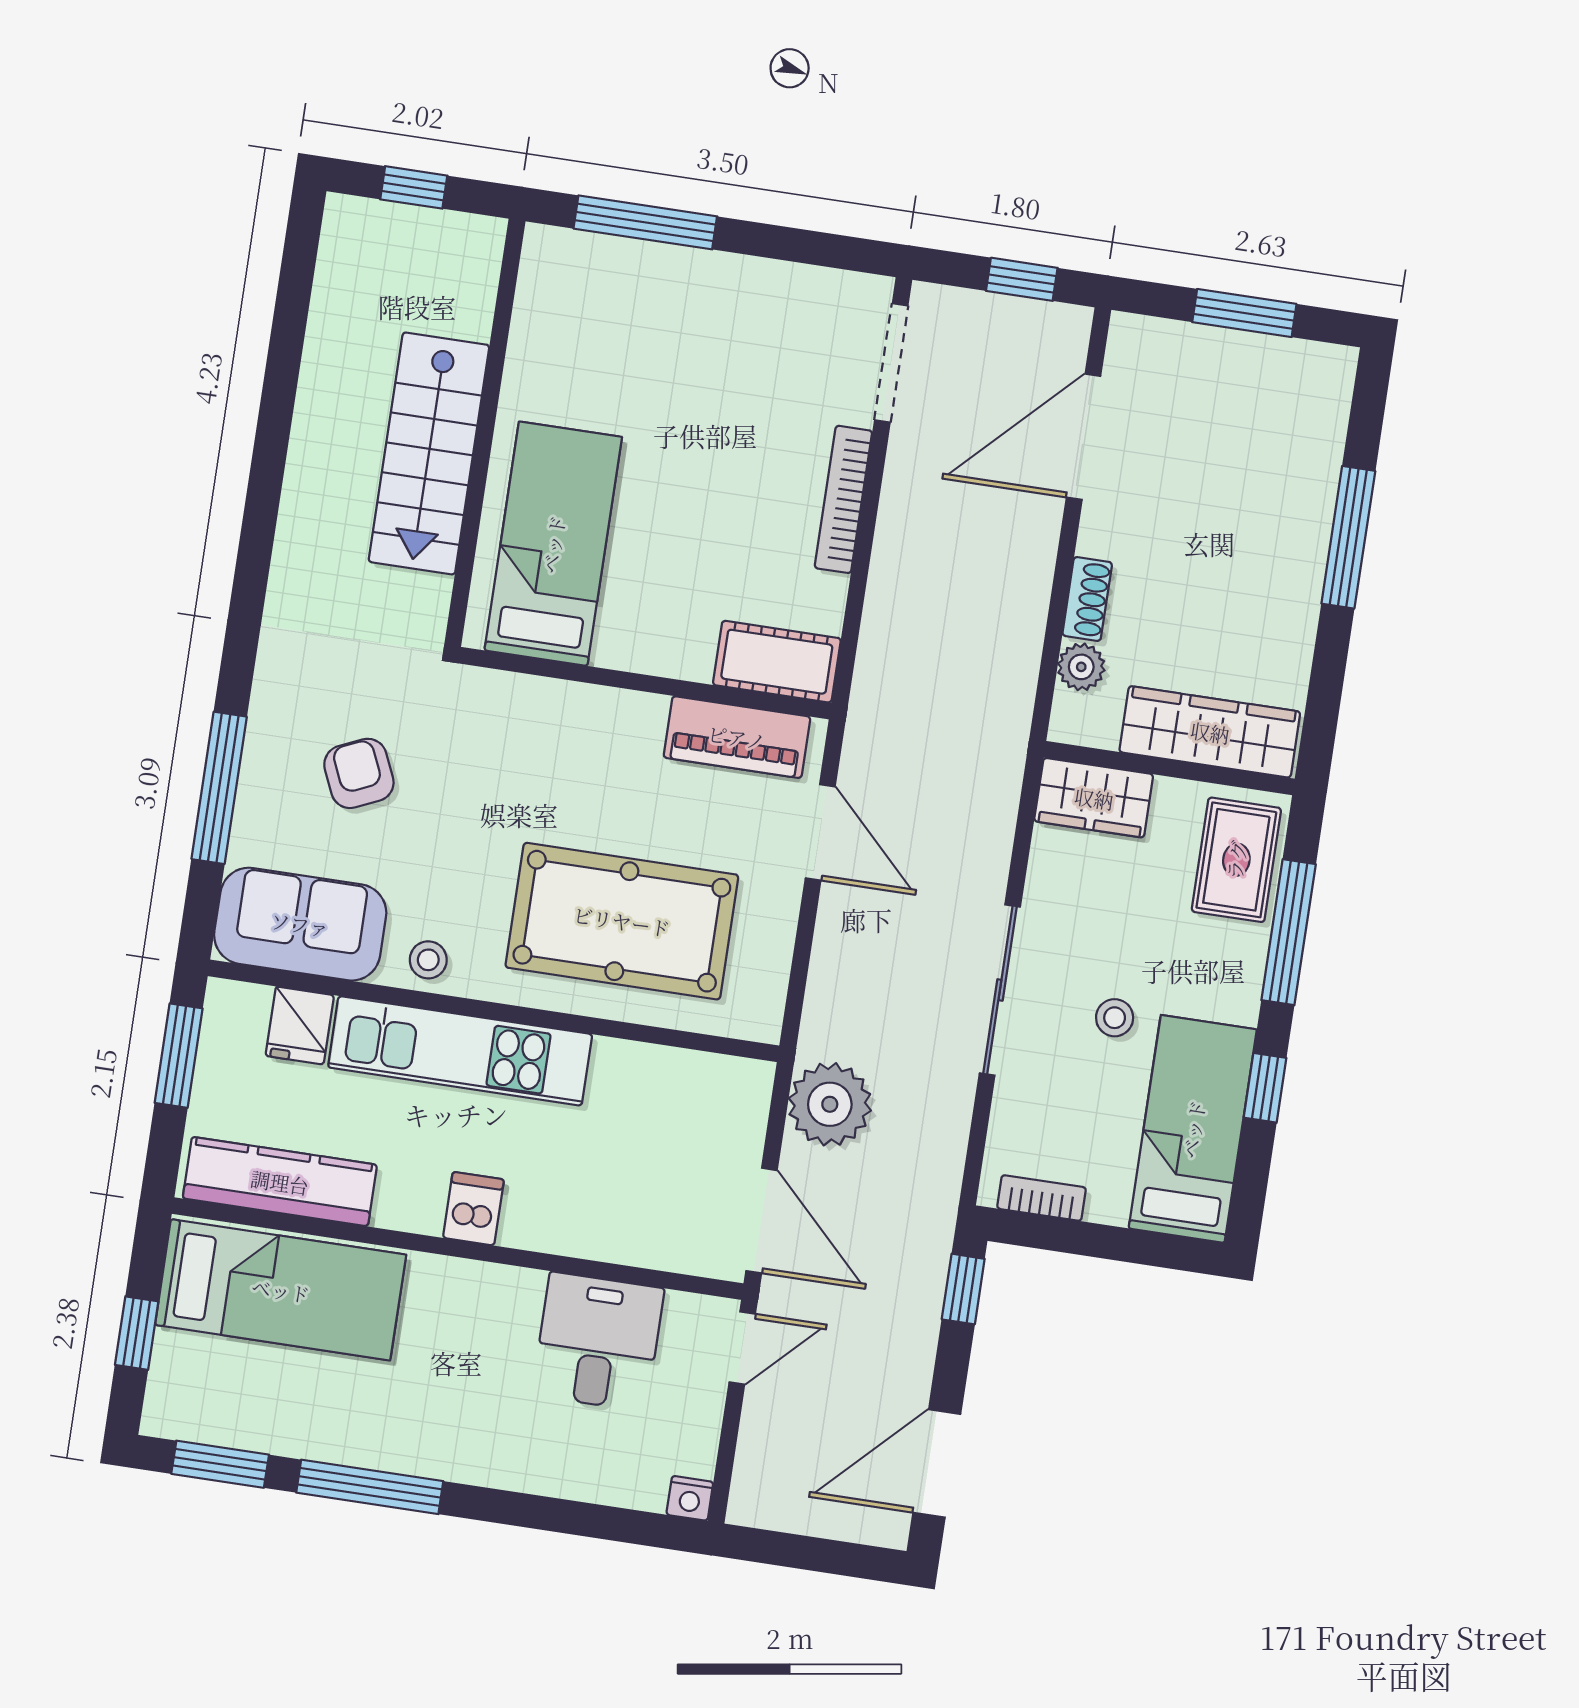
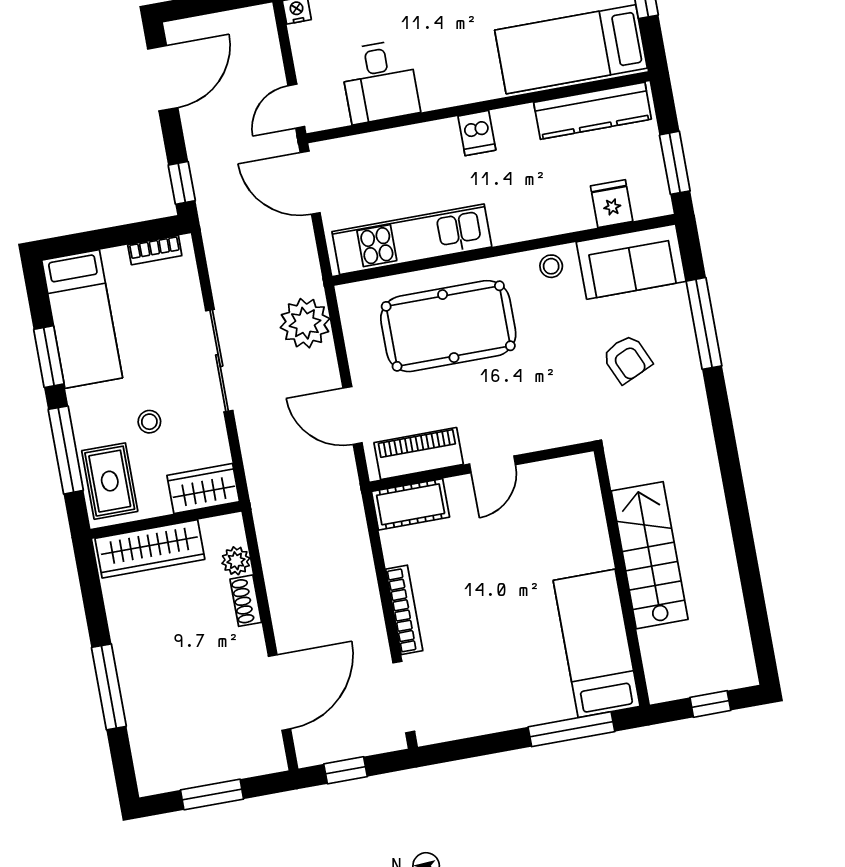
bed: (553, 544) -> (597, 643), moved, turned 180
door: (627, 680) -> (493, 464), added
stool: (1115, 1018) -> (149, 422), moved
kitchen unit: (460, 1051) -> (412, 239), moved
window: (1265, 1088) -> (49, 357), width x1.50
plant: (830, 1104) -> (305, 323), moved

